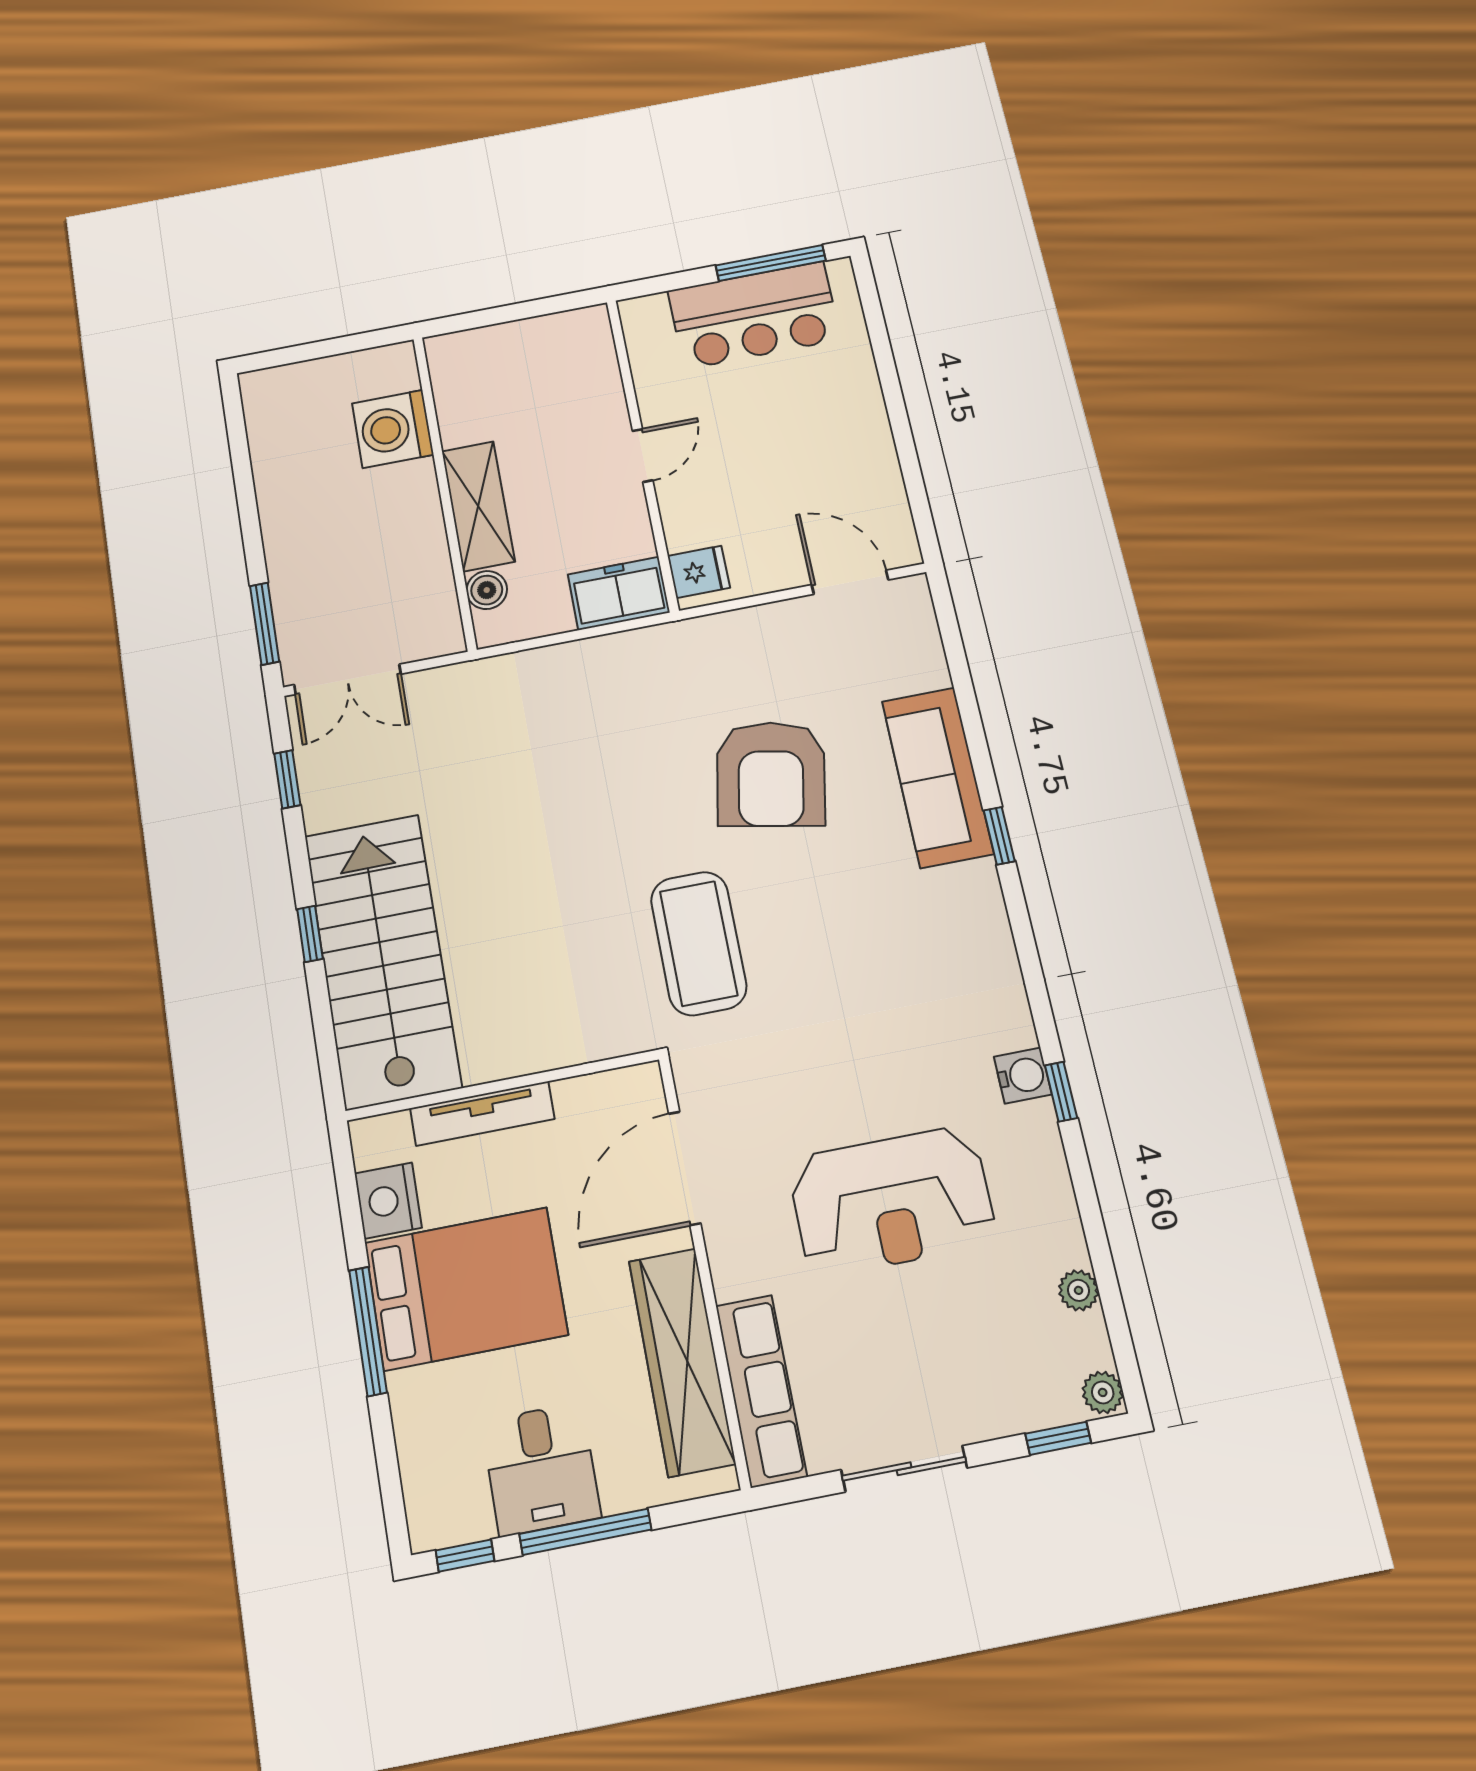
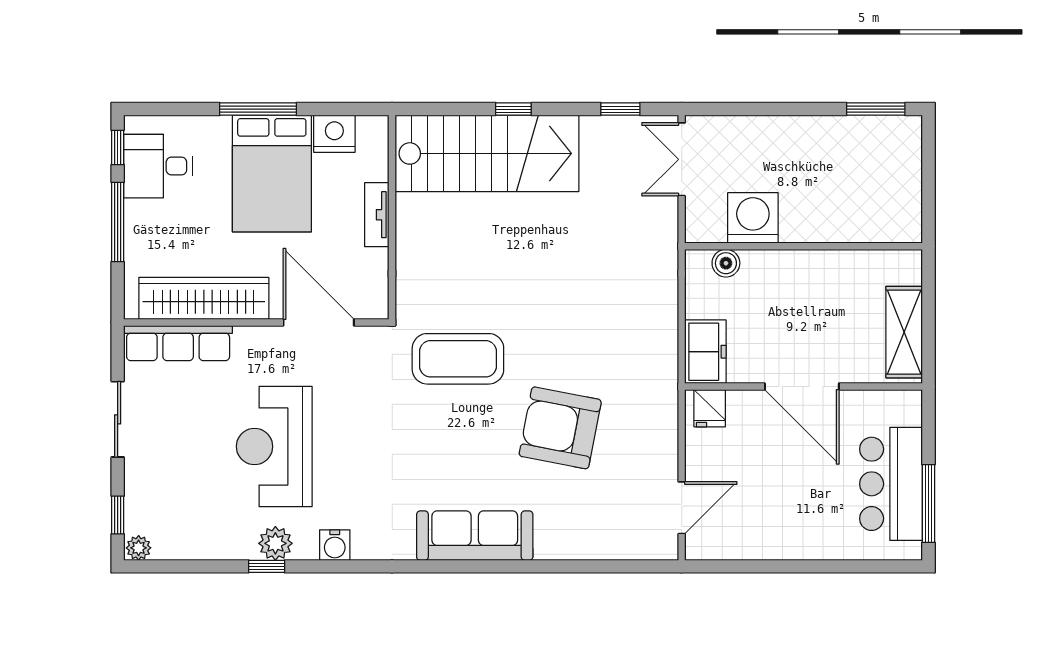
washing machine: (393, 429) -> (753, 218), moved
door: (643, 456) -> (802, 386), width x1.87
shelving: (478, 506) -> (904, 332), moved, turned 90
window: (265, 624) -> (876, 109), moved
sofa: (937, 777) -> (475, 536), moved
window: (999, 836) -> (490, 566), removed
window: (1061, 1092) -> (267, 566), moved
tv unit: (482, 1114) -> (377, 215), width x0.71
plant: (1079, 1290) -> (275, 543), moved, width x1.38, depth x1.38
desk: (541, 1469) -> (158, 166), moved

